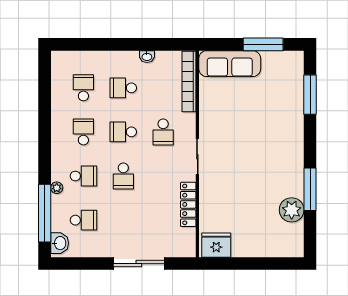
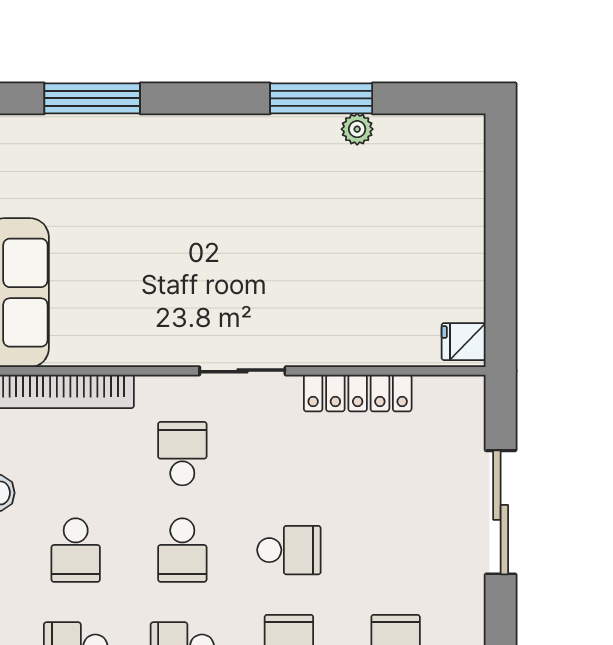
school desk: (163, 132) -> (182, 454), turned -90
plant: (292, 210) -> (357, 129), width x0.53, depth x0.53
fridge: (216, 245) -> (464, 342), width x0.53, depth x0.75

